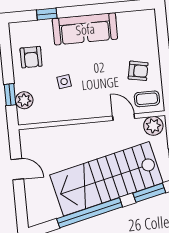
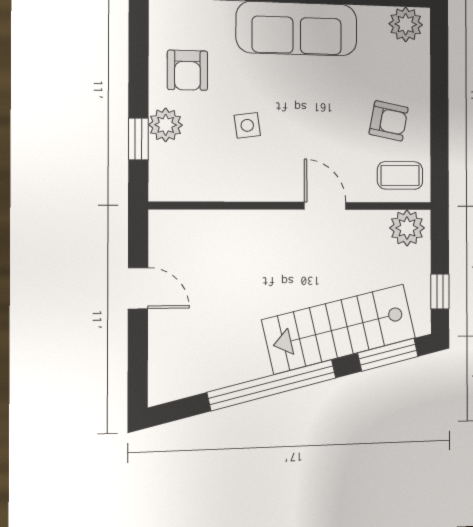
plant: (143, 19) -> (406, 24), added
plant: (24, 100) -> (166, 125), moved
door: (124, 117) -> (325, 206), moved
stairs: (106, 179) -> (339, 329), width x0.73, depth x0.66

